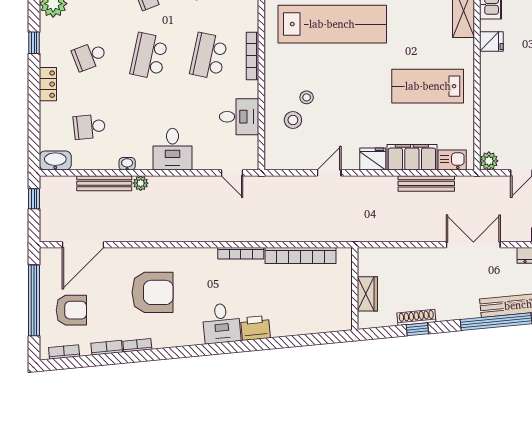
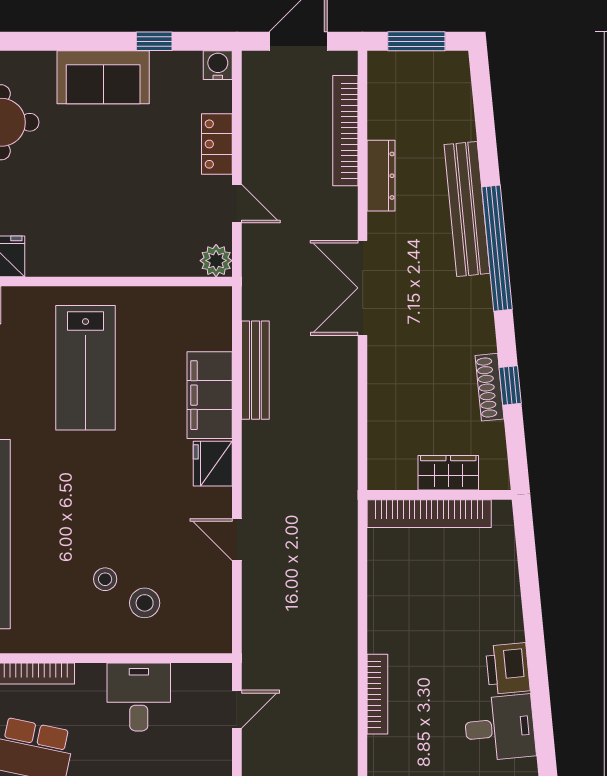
kitchen sink: (452, 160) -> (215, 325), removed
bookcase: (300, 255) -> (429, 514), moved, turned 90

